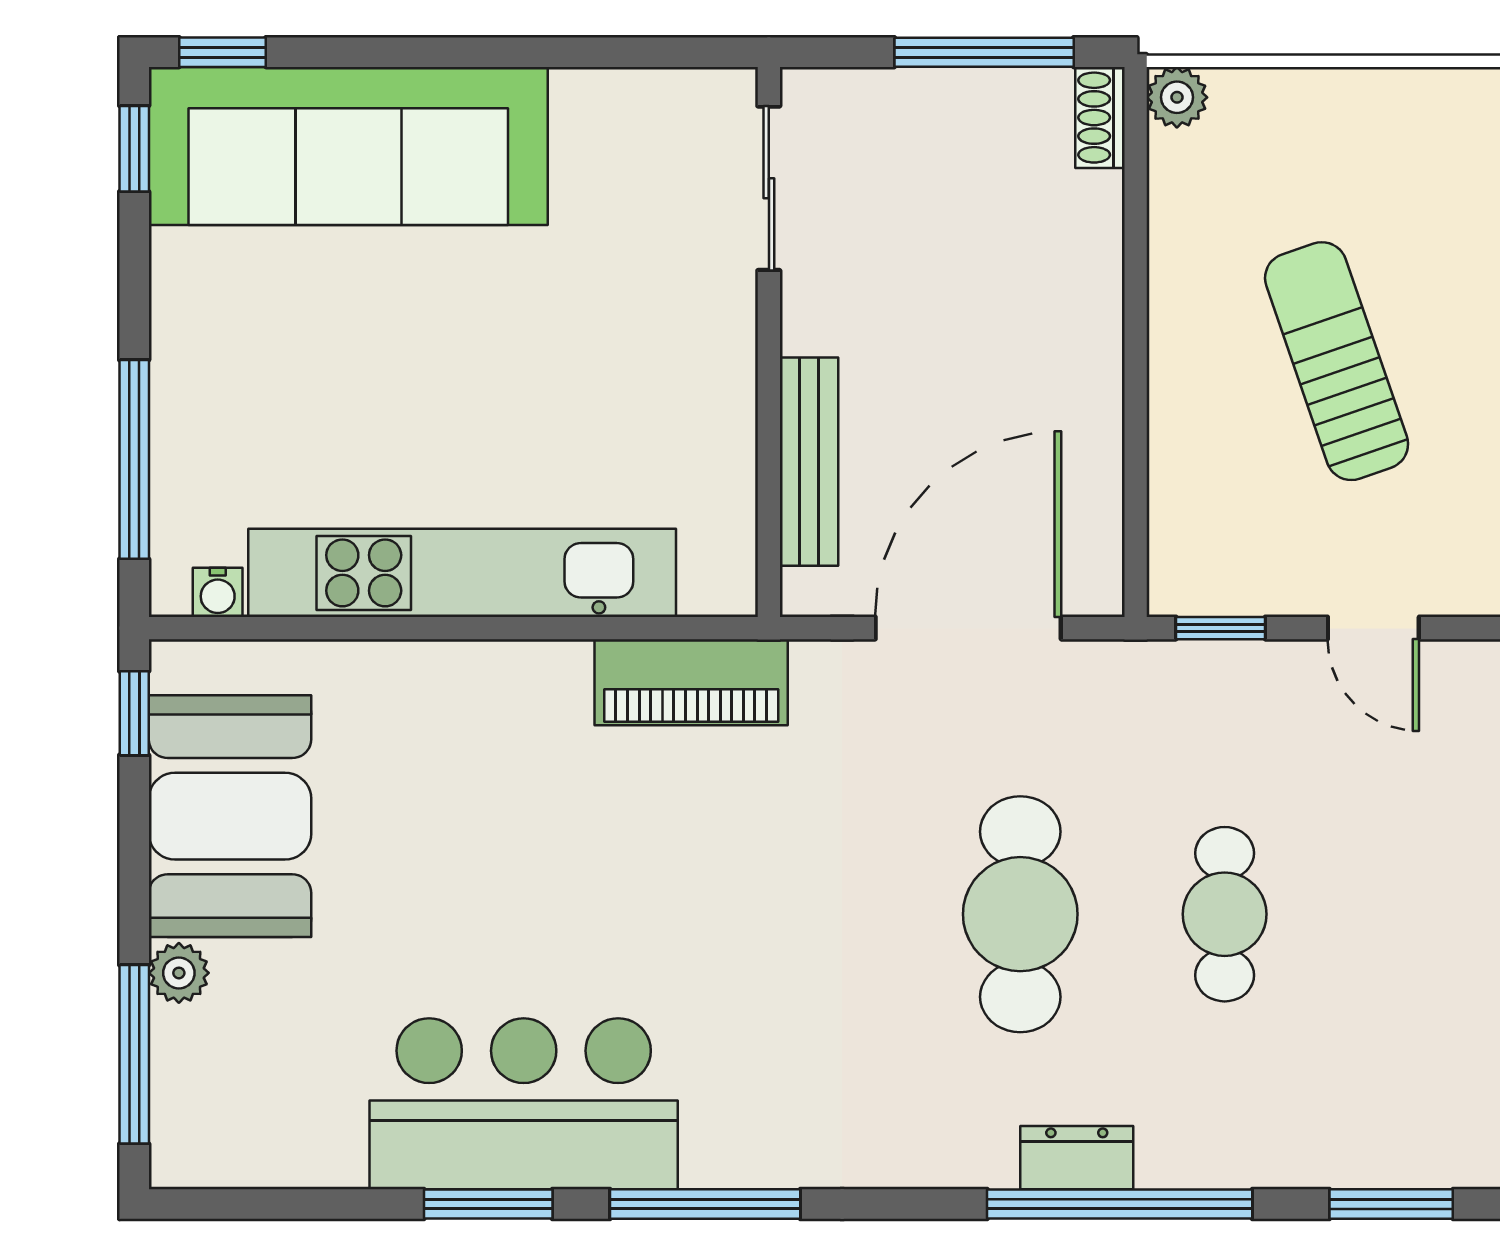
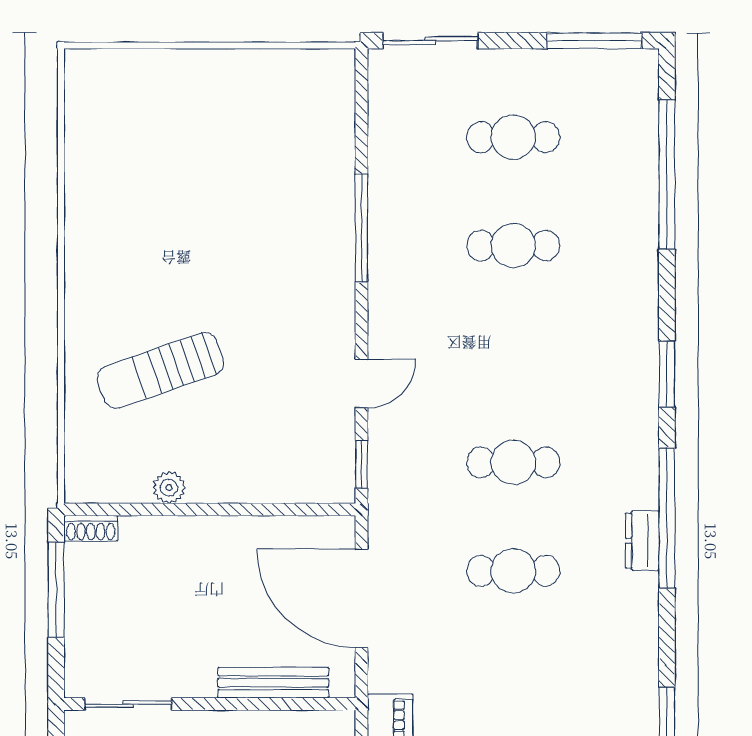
plant: (1177, 97) -> (169, 488), moved
sun lounger: (1337, 361) -> (160, 370), moved
cafe table: (1020, 914) -> (513, 571), width x0.73, depth x0.74

